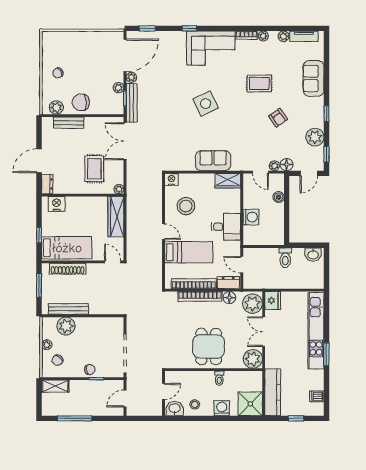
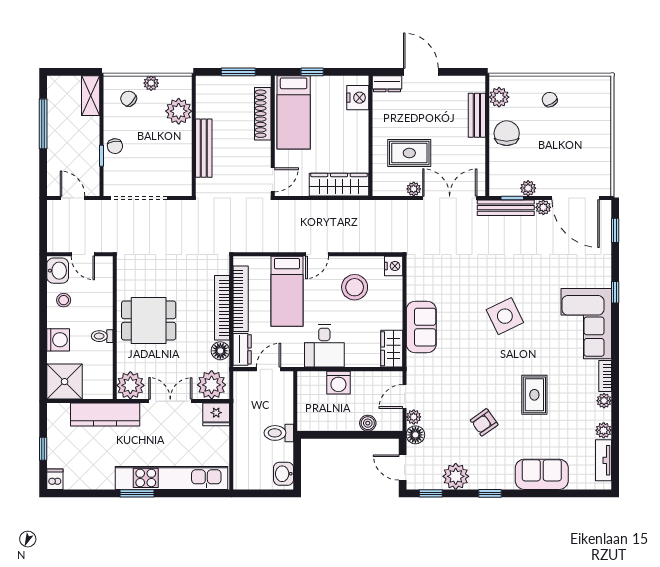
plant: (119, 189) -> (414, 189), moved
bench: (68, 309) -> (204, 148), moved
kitchen counter: (273, 392) -> (105, 415), moved
dishwasher: (317, 396) -> (55, 479), moved

